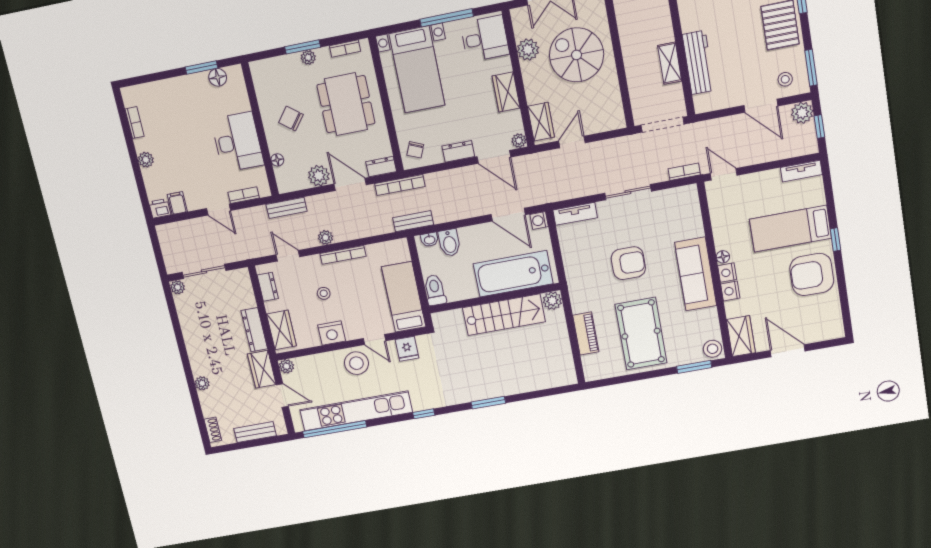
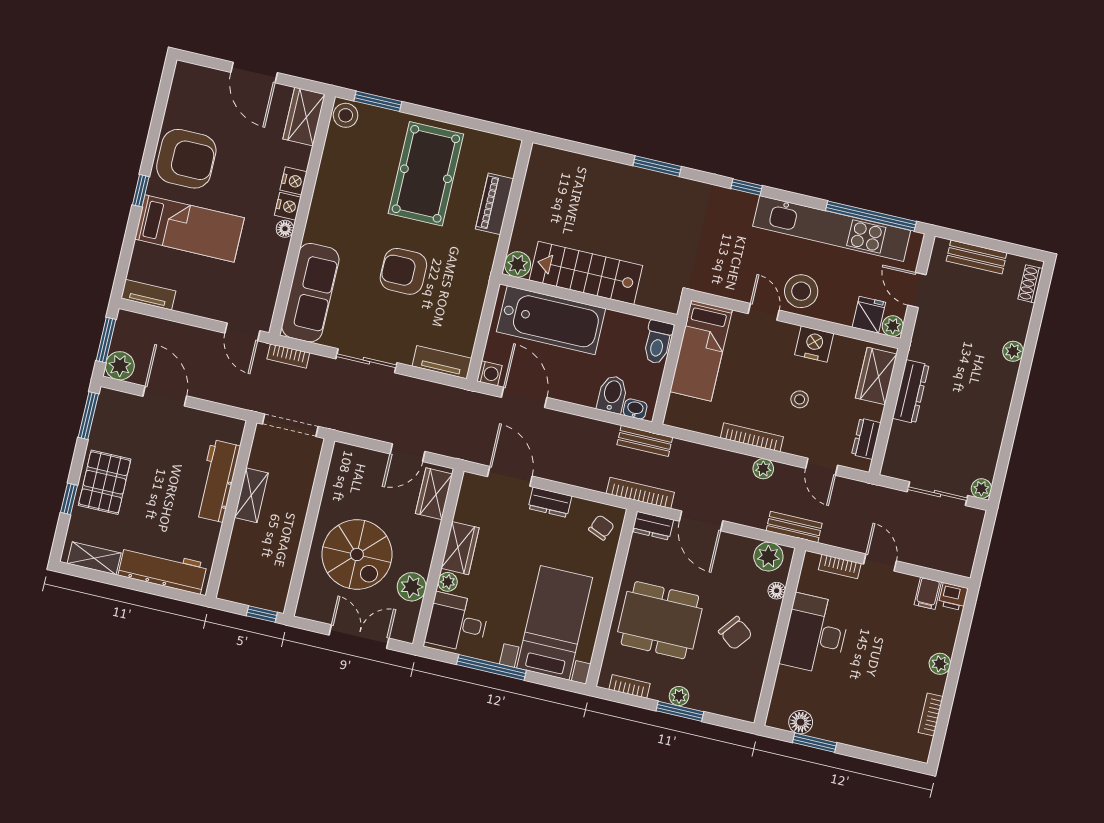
stool: (785, 79) -> (124, 415), removed
dining table: (346, 104) -> (660, 620), turned 90
window: (819, 127) -> (106, 340), width x1.50
plant: (519, 141) -> (448, 582), moved
plant: (319, 176) -> (768, 557), moved
sofa: (696, 274) -> (310, 293), moved
fridge: (407, 349) -> (869, 315), moved
wardrobe: (262, 369) -> (926, 336), removed

